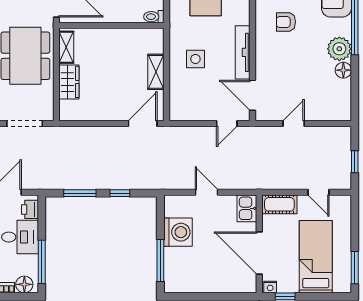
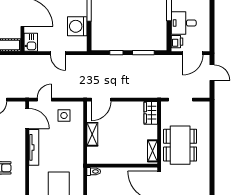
side table: (195, 59) -> (64, 115), moved
wardrobe: (69, 82) -> (151, 113), moved

